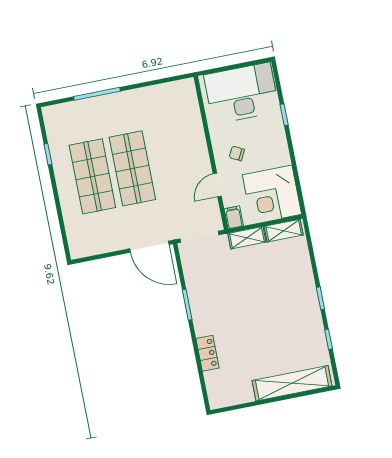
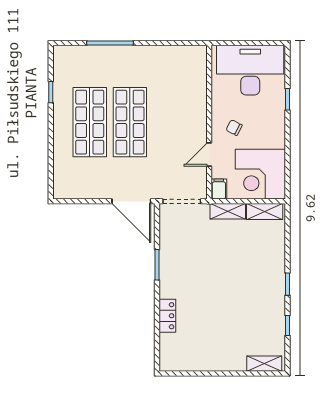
shelving: (292, 383) -> (264, 364), width x0.45, depth x0.75

